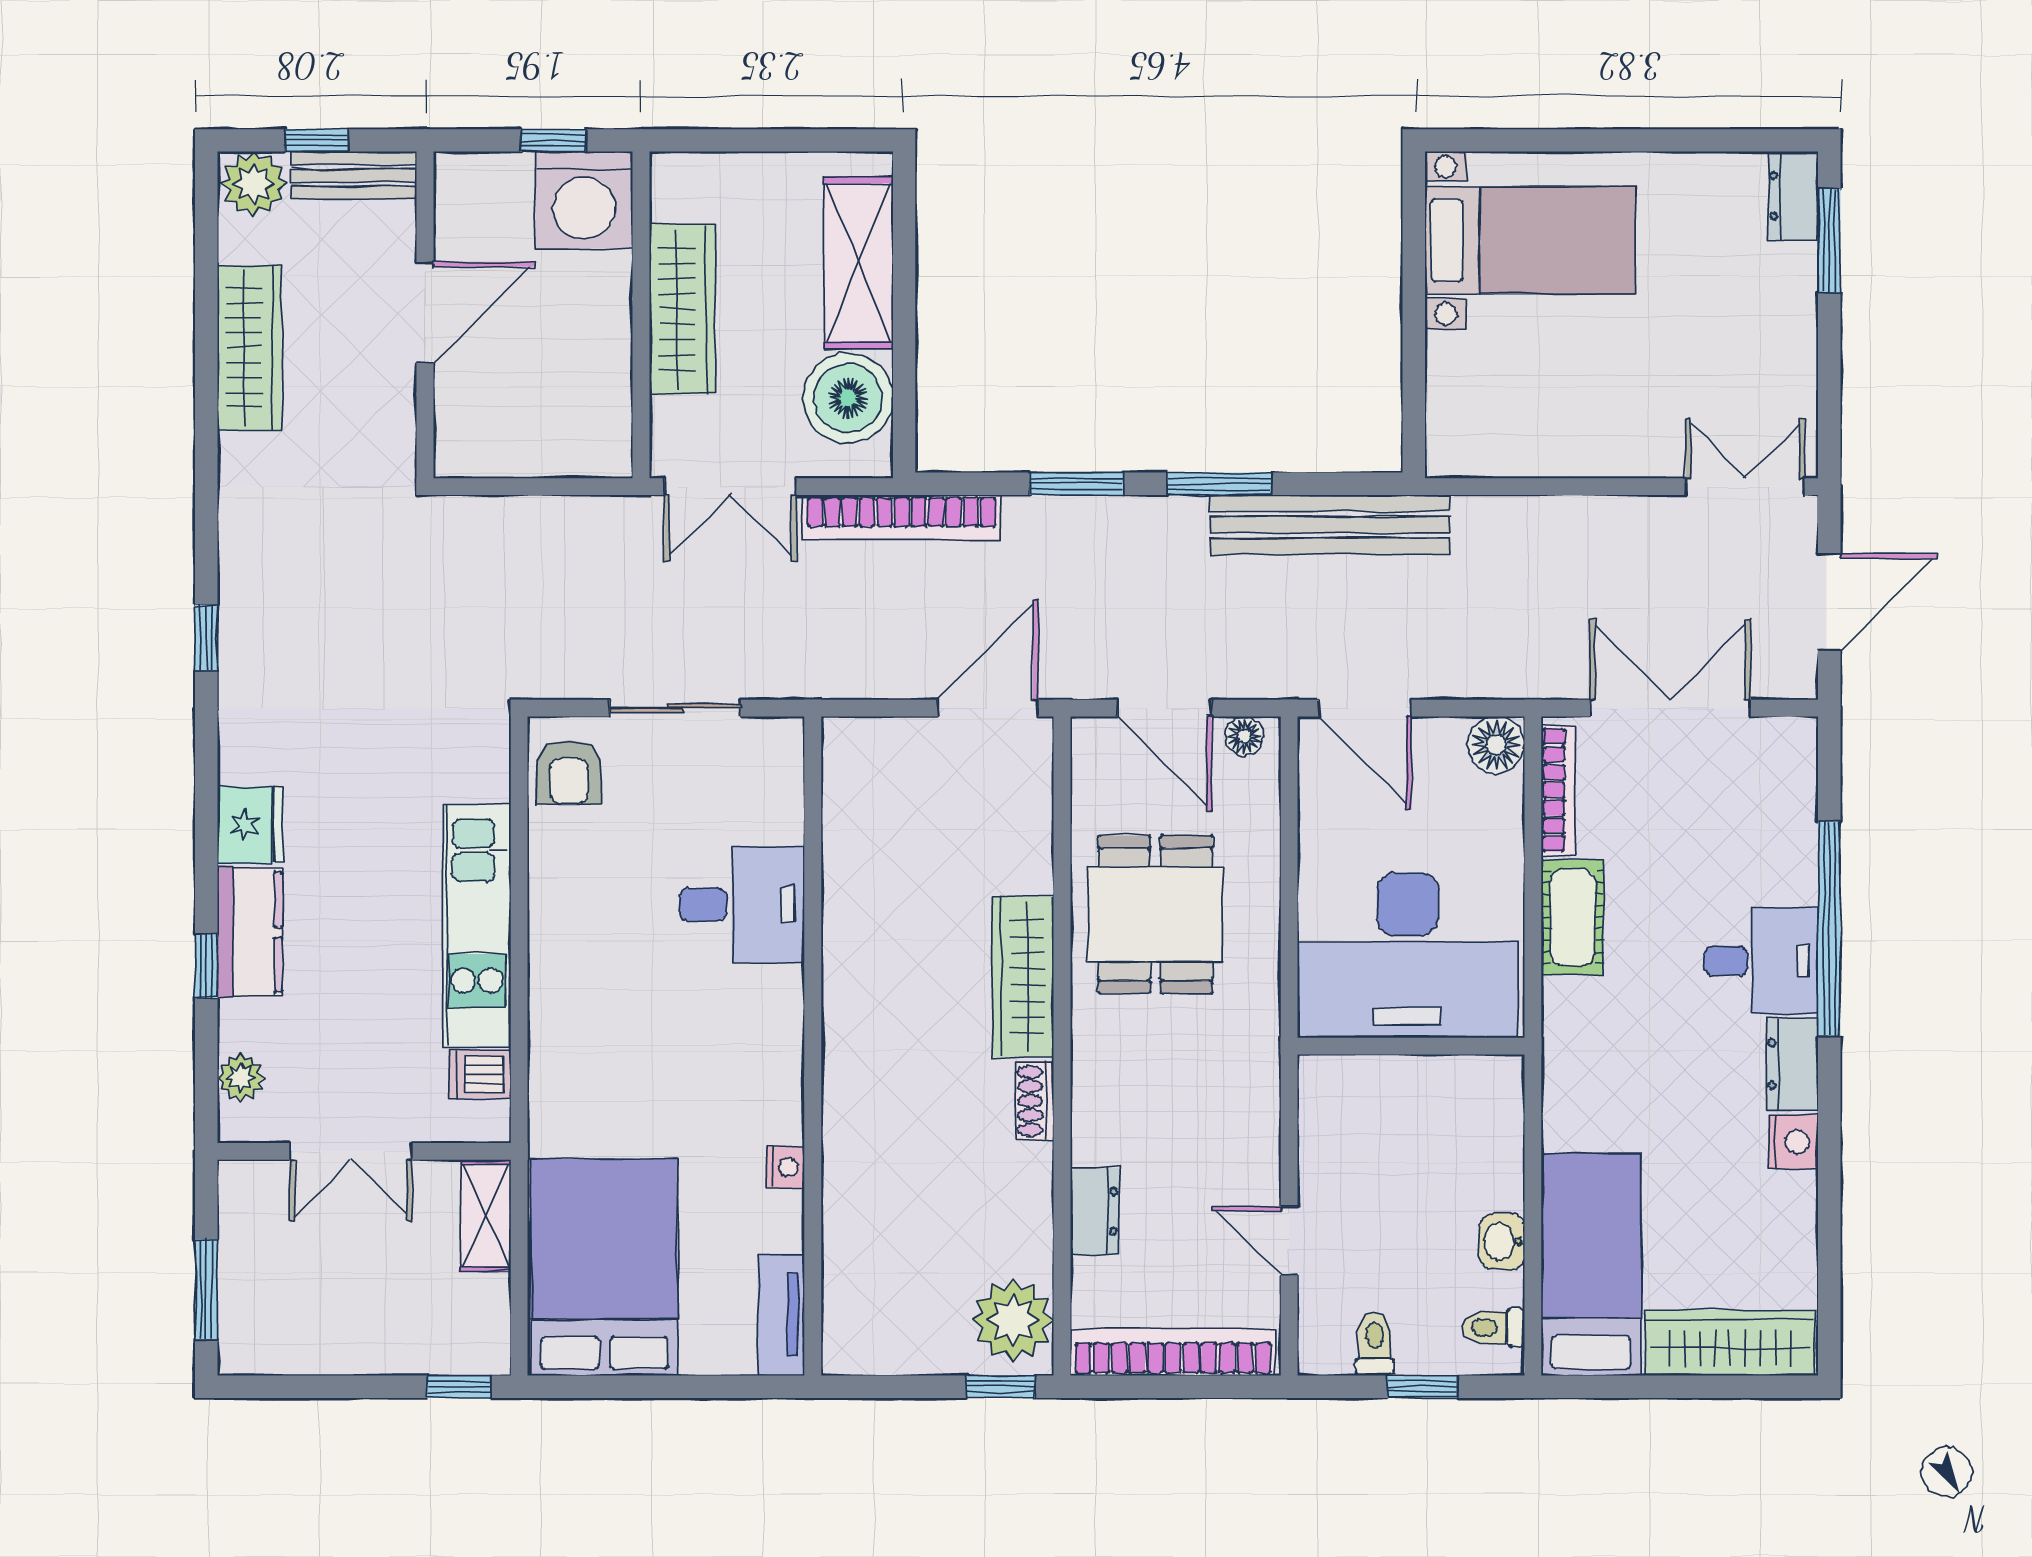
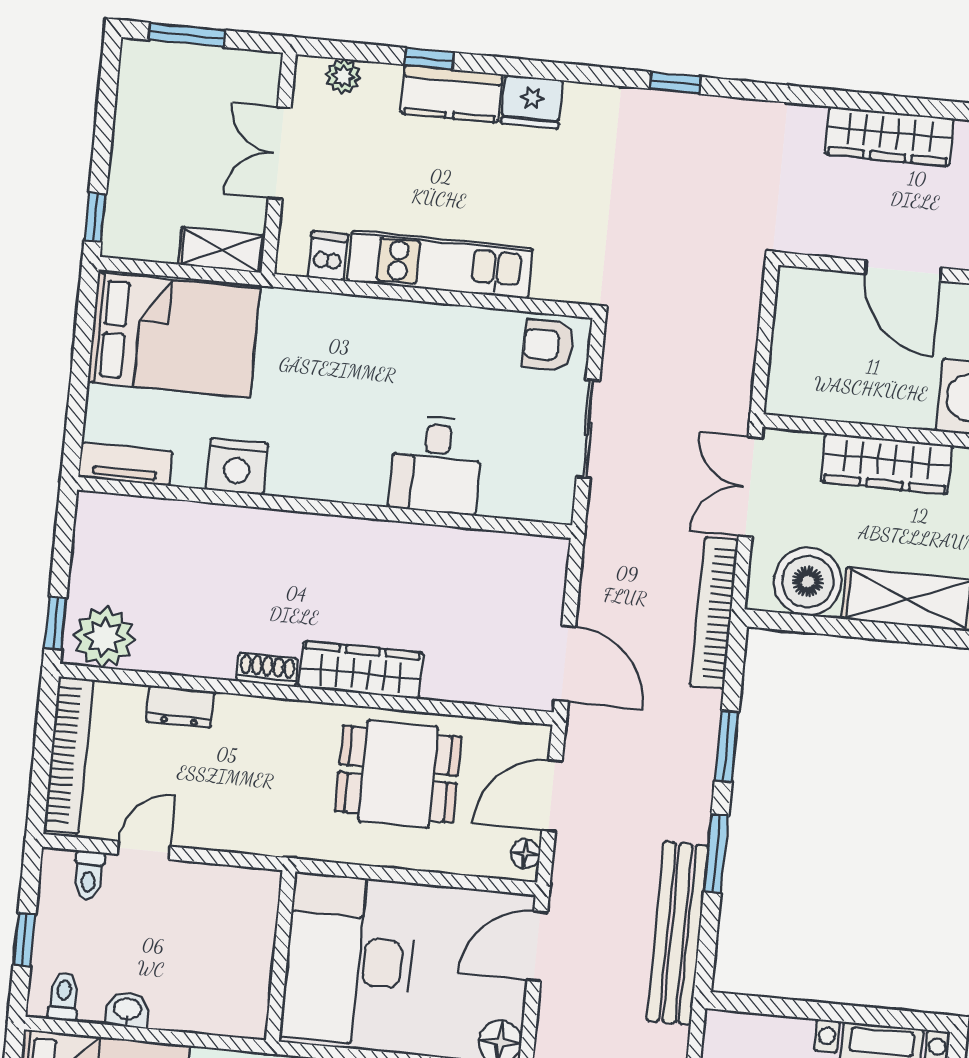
nightstand: (785, 1167) -> (237, 466), width x1.89, depth x1.79
toilet: (1375, 1344) -> (89, 875), moved, turned 90

